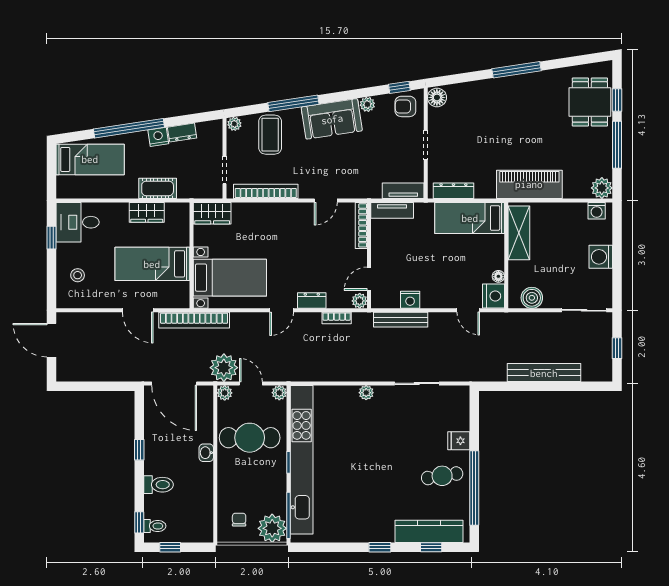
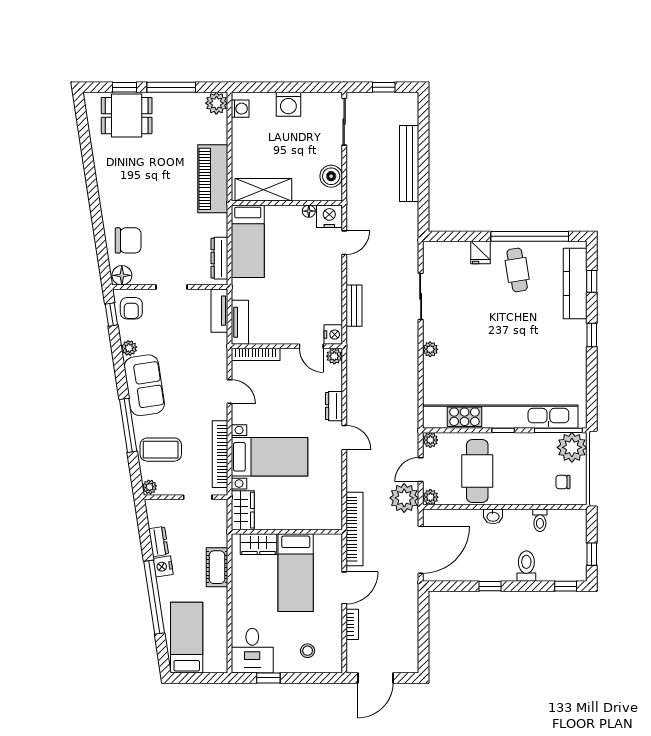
window: (516, 70) -> (93, 192), removed
chair: (470, 103) -> (128, 240), added
wardrobe: (147, 212) -> (259, 544), moved, turned 90
bed with nightstands: (230, 278) -> (270, 457), moved, turned 90
nightstand: (410, 300) -> (333, 335), moved
bookcase: (337, 318) -> (352, 624), moved
bench: (401, 320) -> (354, 306), width x0.73
toilet: (155, 526) -> (540, 520), moved, turned 180

